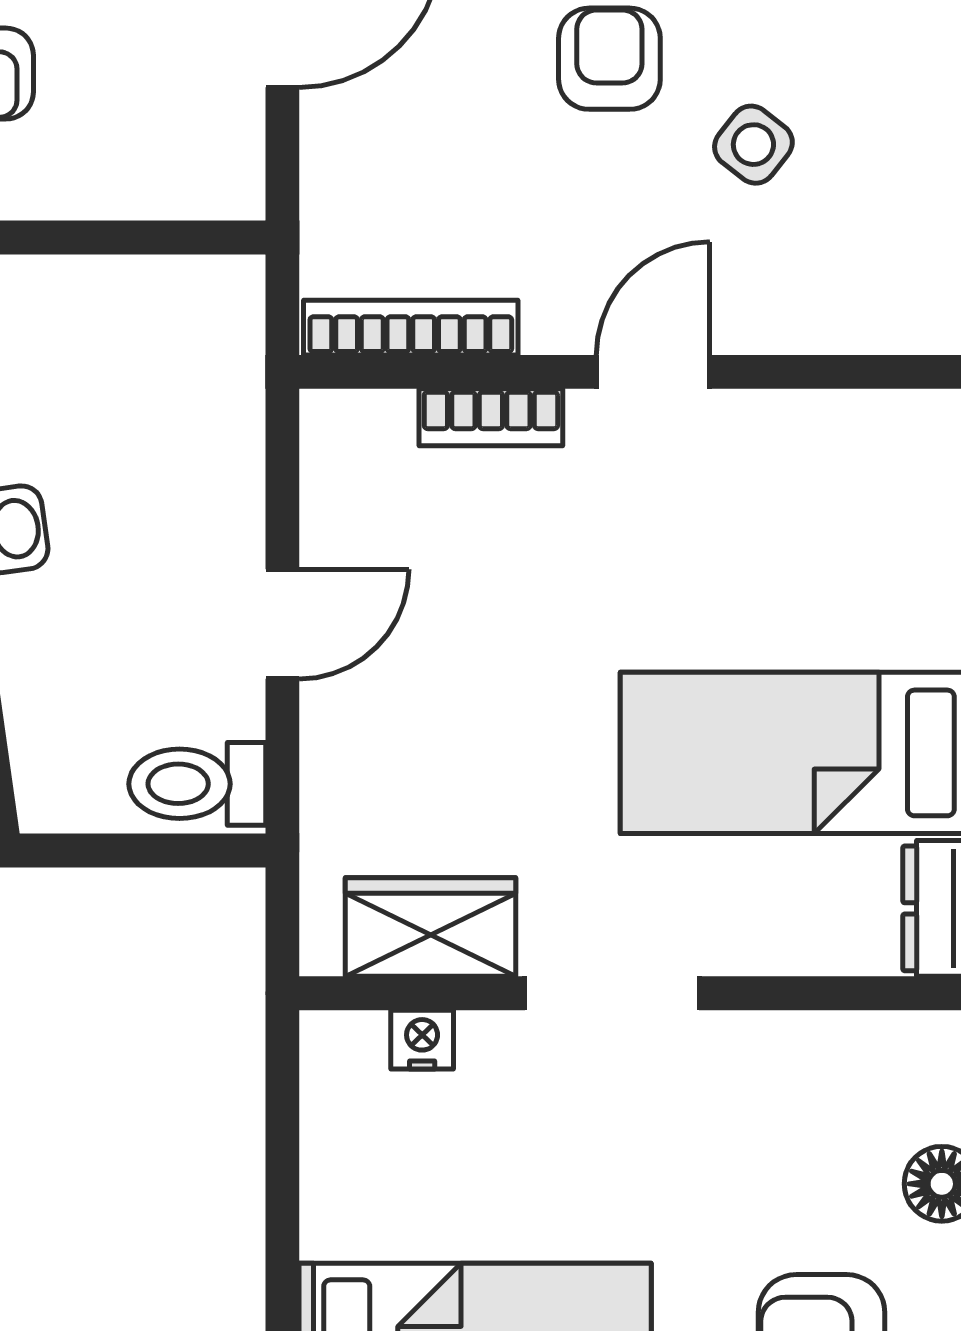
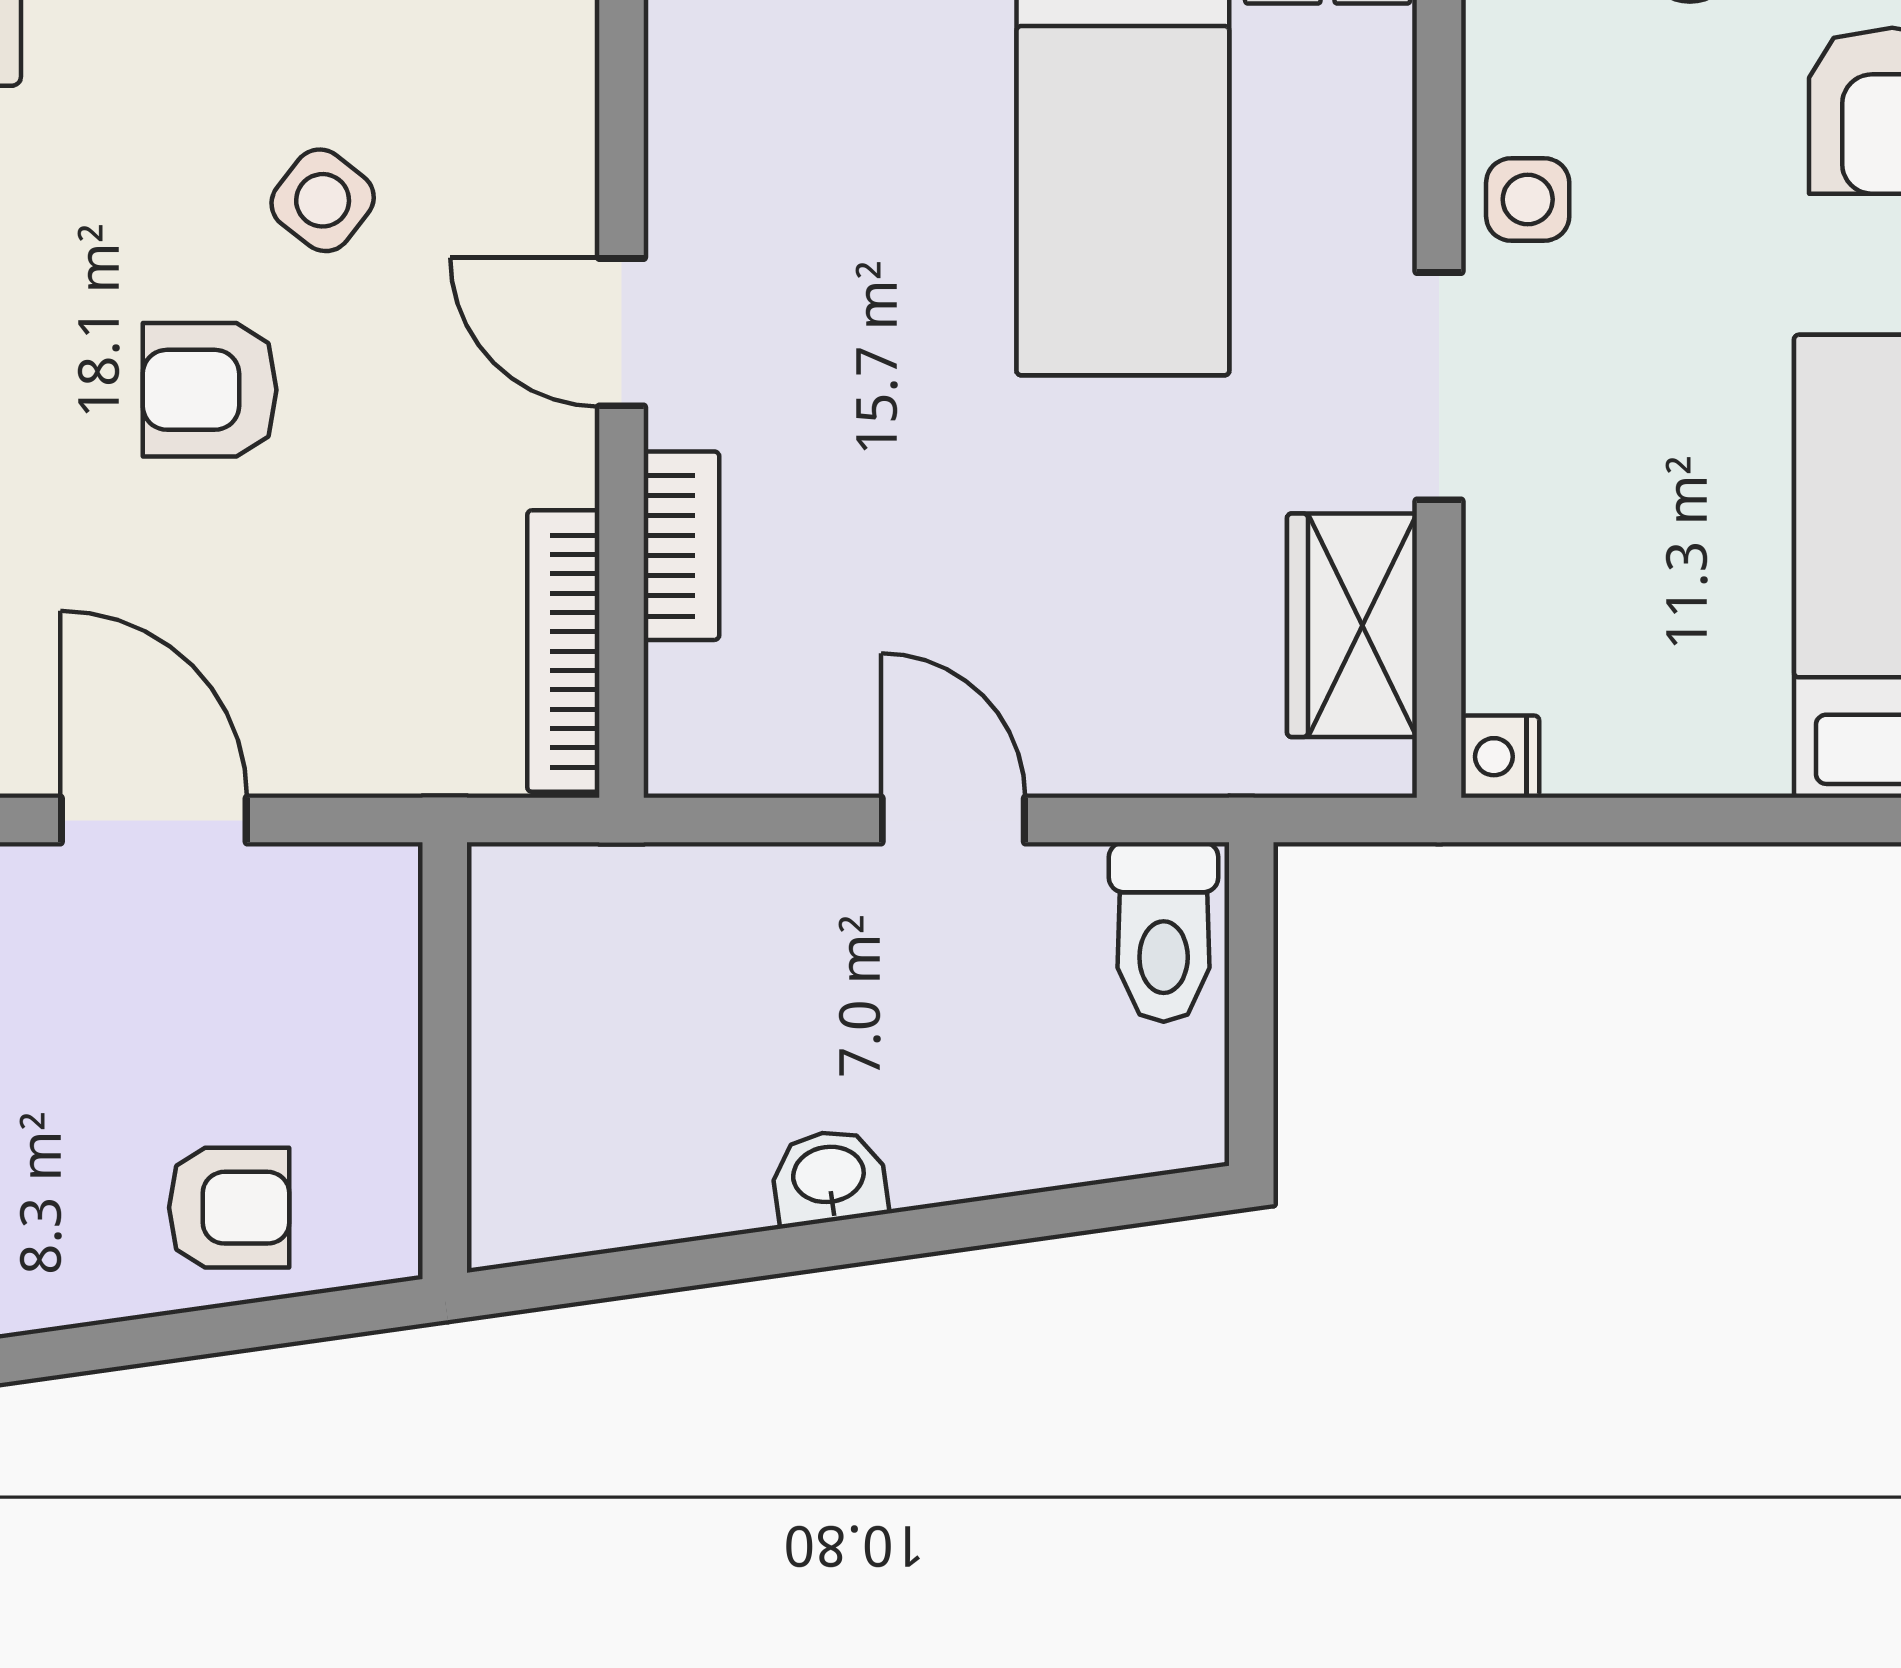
nightstand: (422, 1040) -> (1500, 757), moved
side table: (754, 1061) -> (1528, 199), added

